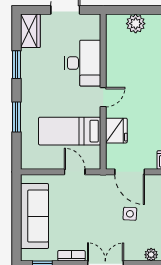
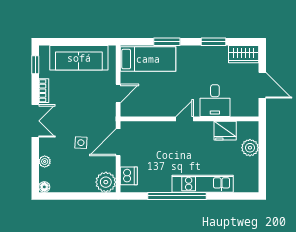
desk: (83, 63) -> (215, 101), width x0.73
door: (103, 97) -> (185, 119), swing flipped
bed: (70, 131) -> (148, 59), moved, turned 90
fridge: (116, 131) -> (225, 131), moved

